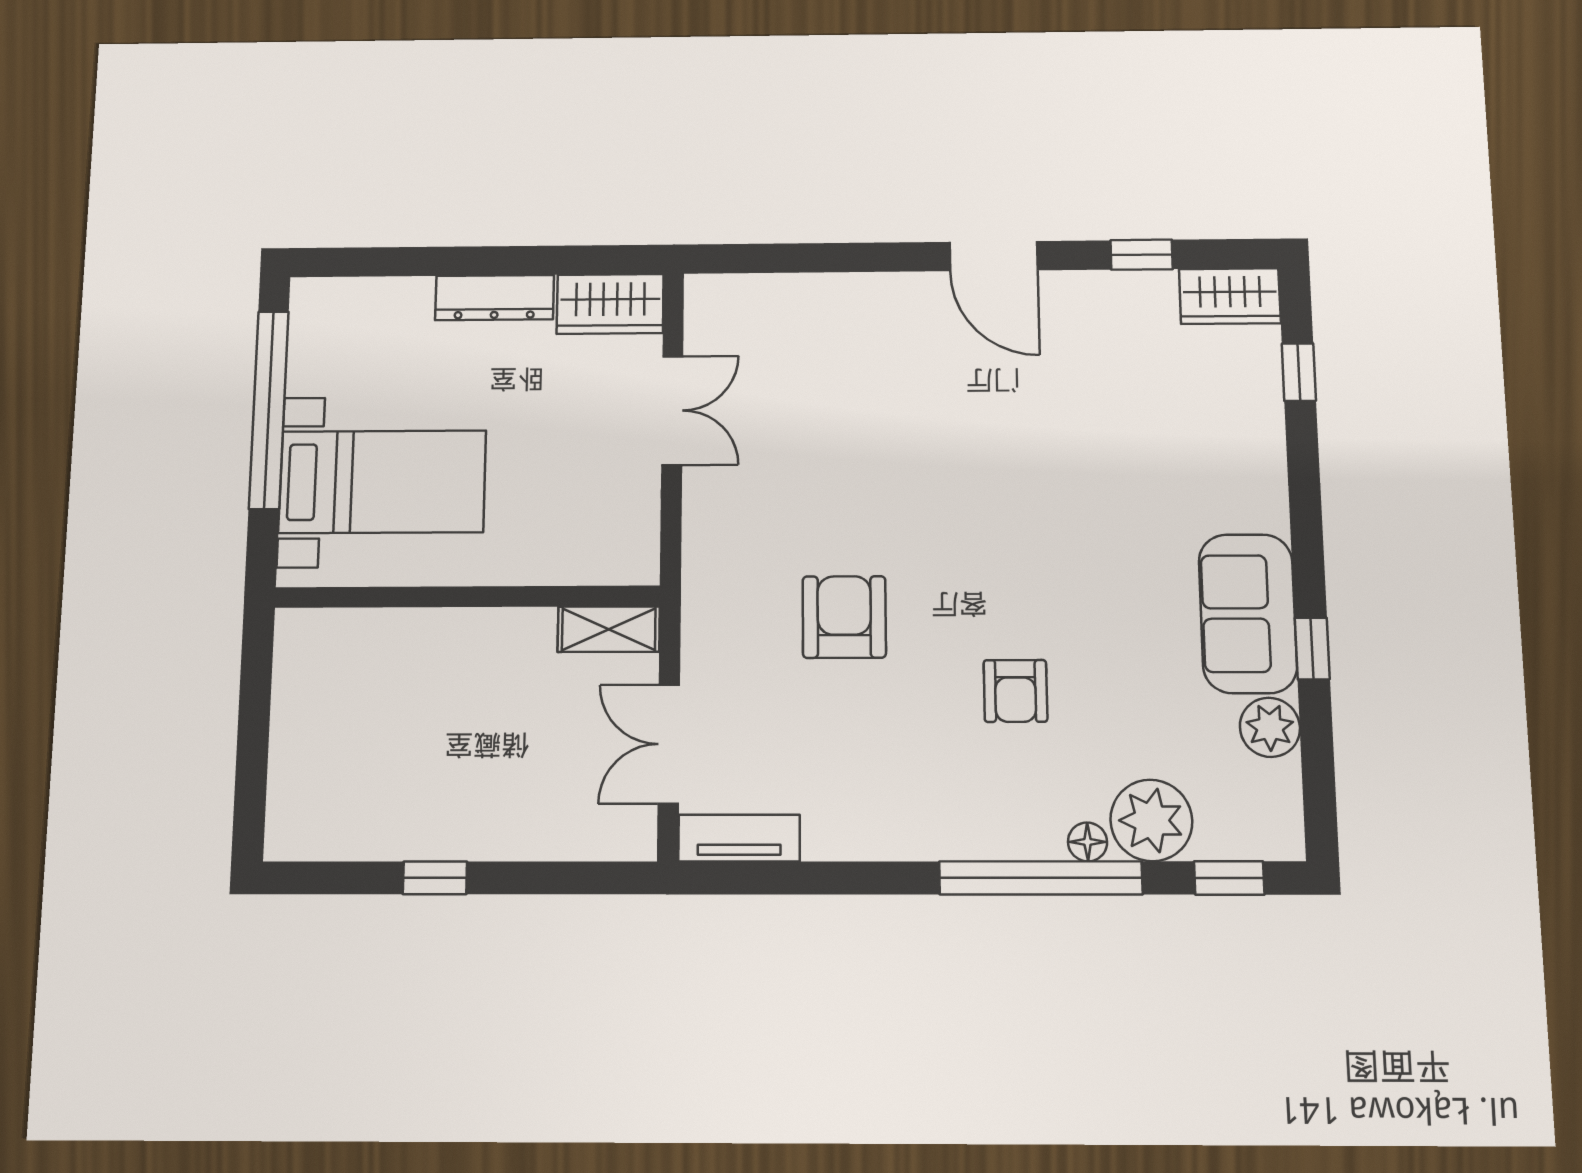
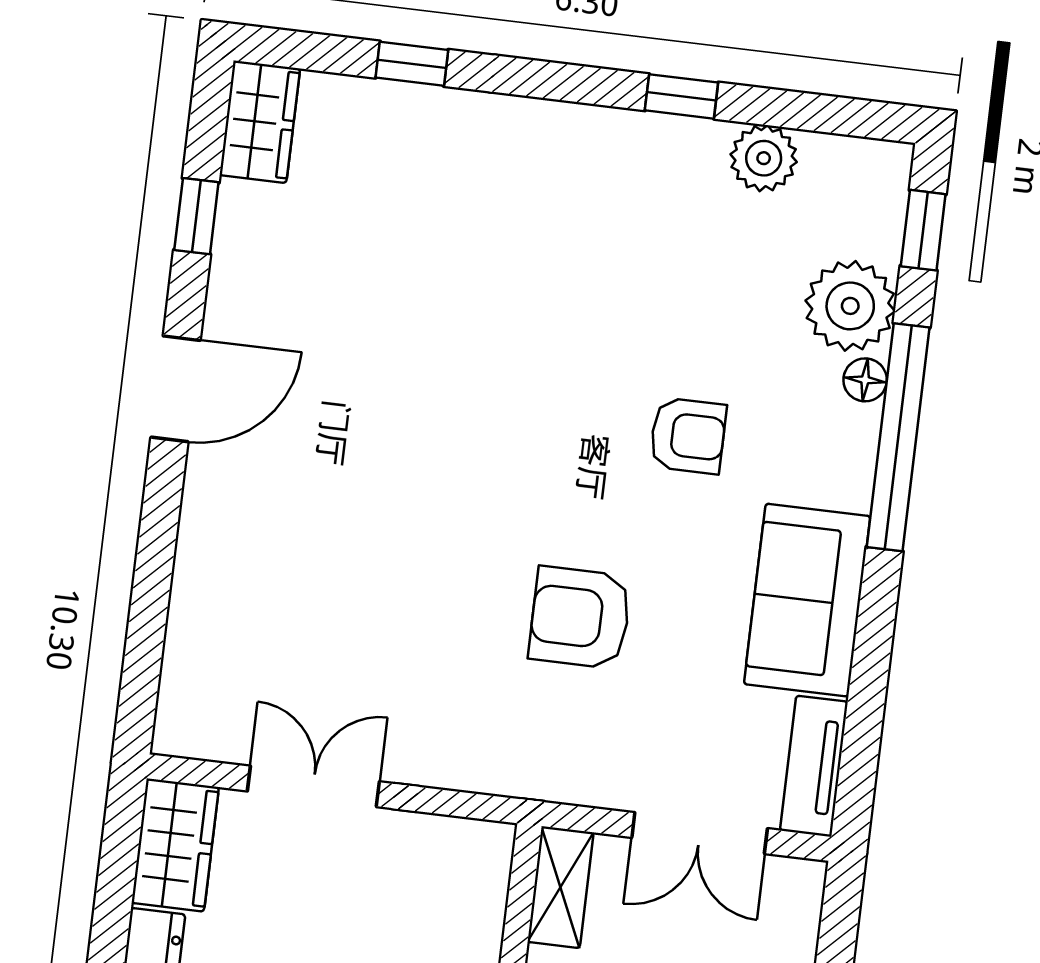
window: (1299, 372) -> (412, 64), moved
sofa: (1248, 613) -> (807, 600), moved, turned 90

